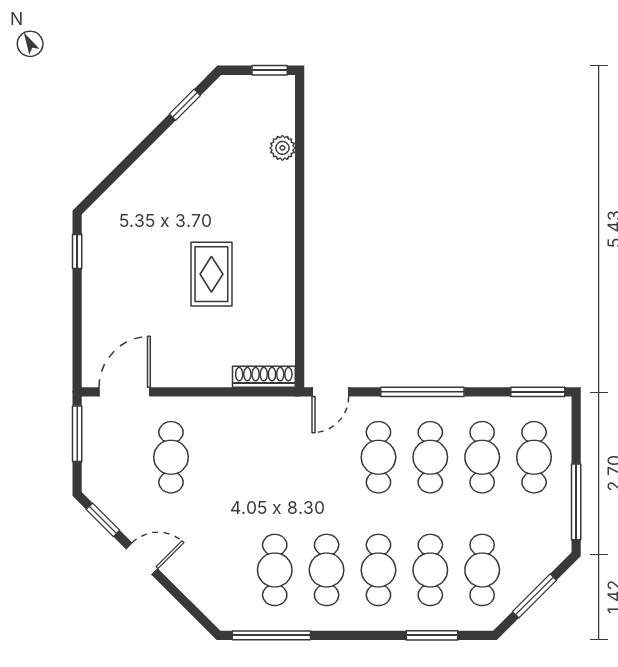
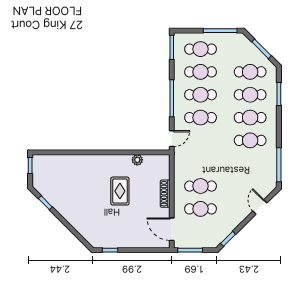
plant: (282, 148) -> (137, 160), moved
rug: (211, 274) -> (120, 191), turned 90
shoe rack: (264, 377) -> (165, 194), moved
door: (330, 392) -> (172, 139), hinge flipped
door: (142, 559) -> (260, 207), moved
cafe table: (275, 570) -> (201, 186), moved

